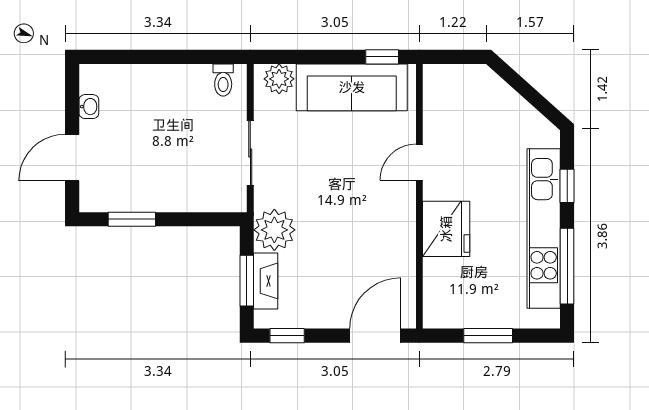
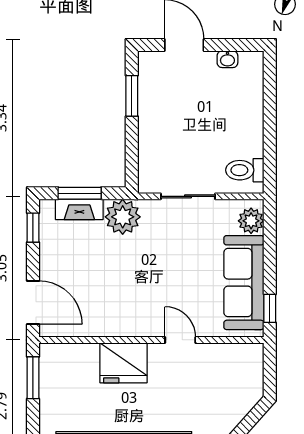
toilet: (223, 80) -> (245, 170), width x1.37, depth x1.39
window: (488, 336) -> (33, 378), moved

